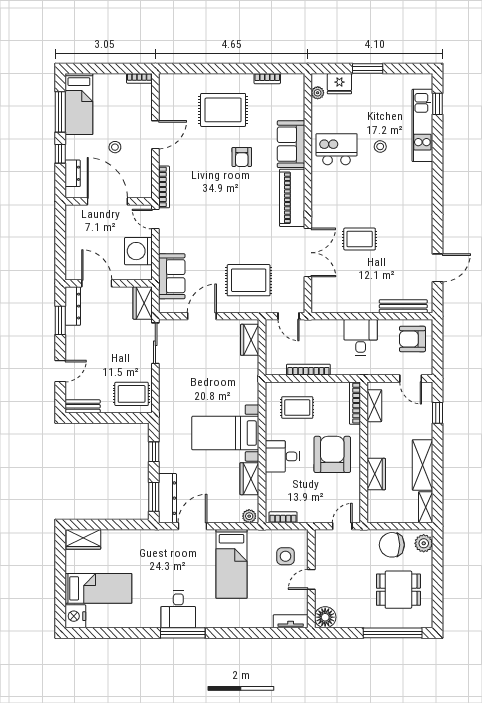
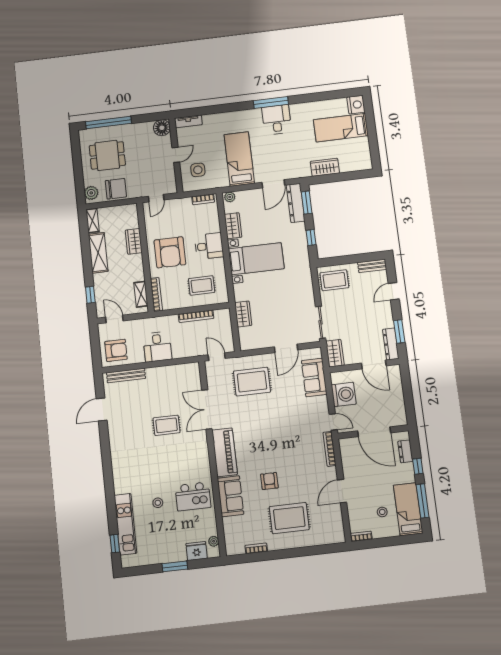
stool: (115, 147) -> (382, 512), moved
wardrobe: (250, 340) -> (243, 314), moved
wardrobe: (83, 539) -> (325, 167), moved

